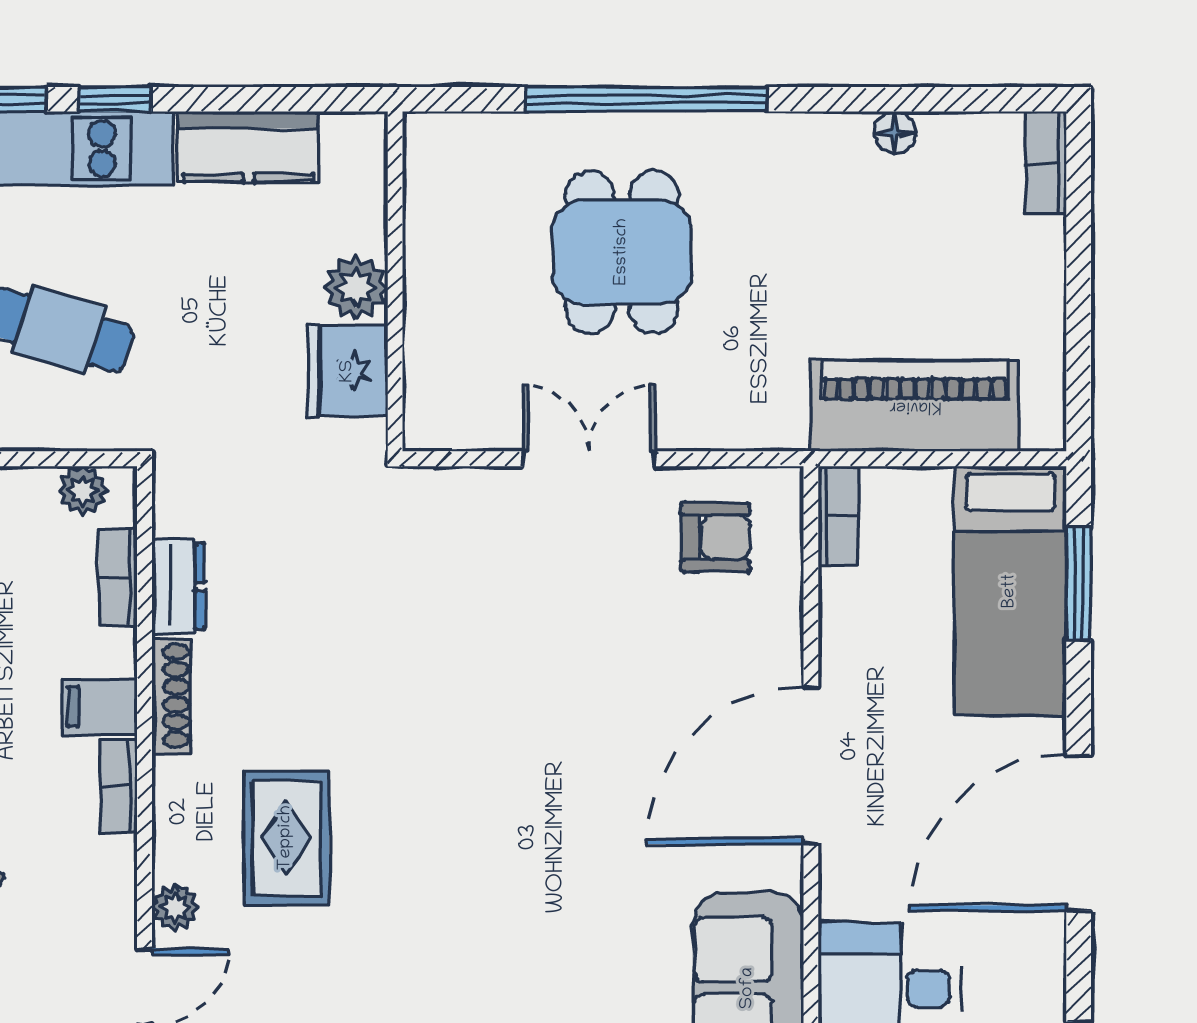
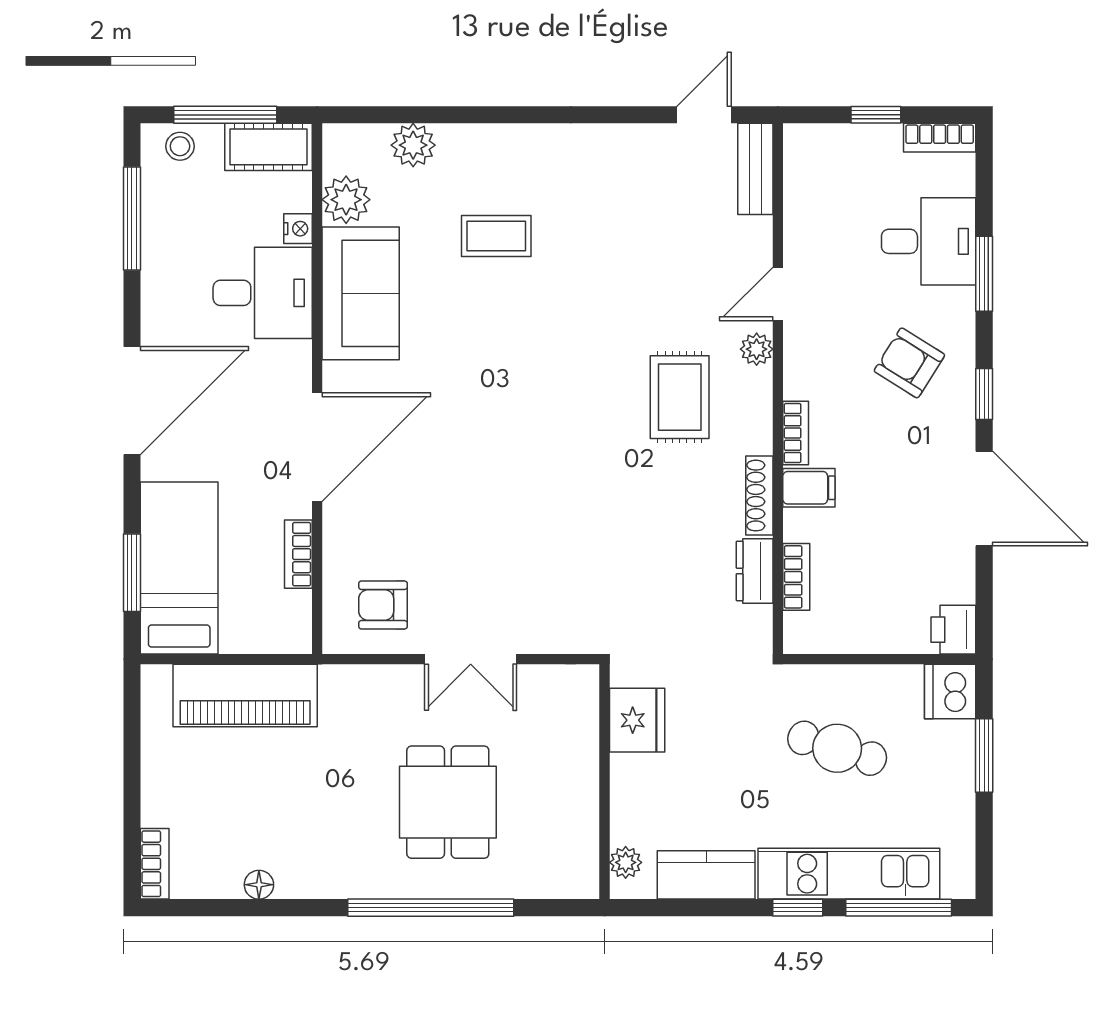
plant: (356, 288) -> (626, 862), moved, width x0.73, depth x0.73
plant: (83, 491) -> (820, 637), removed
bookcase: (838, 516) -> (298, 554), moved

